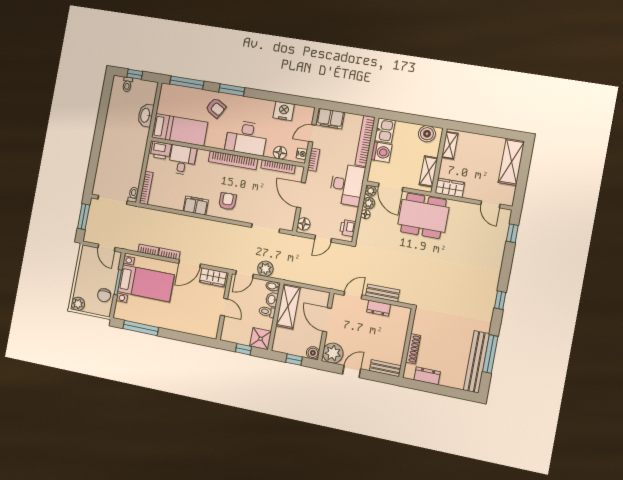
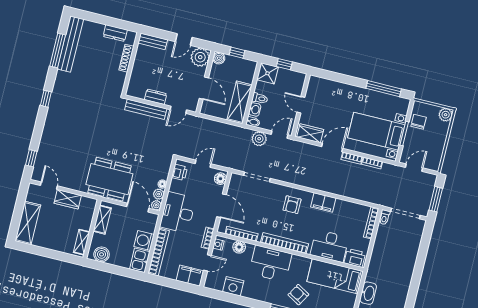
desk: (182, 160) -> (330, 246), width x1.37
wardrobe: (450, 188) -> (68, 199), moved
door: (106, 248) -> (414, 168), hinge flipped
bench: (383, 293) -> (146, 109), width x1.36

